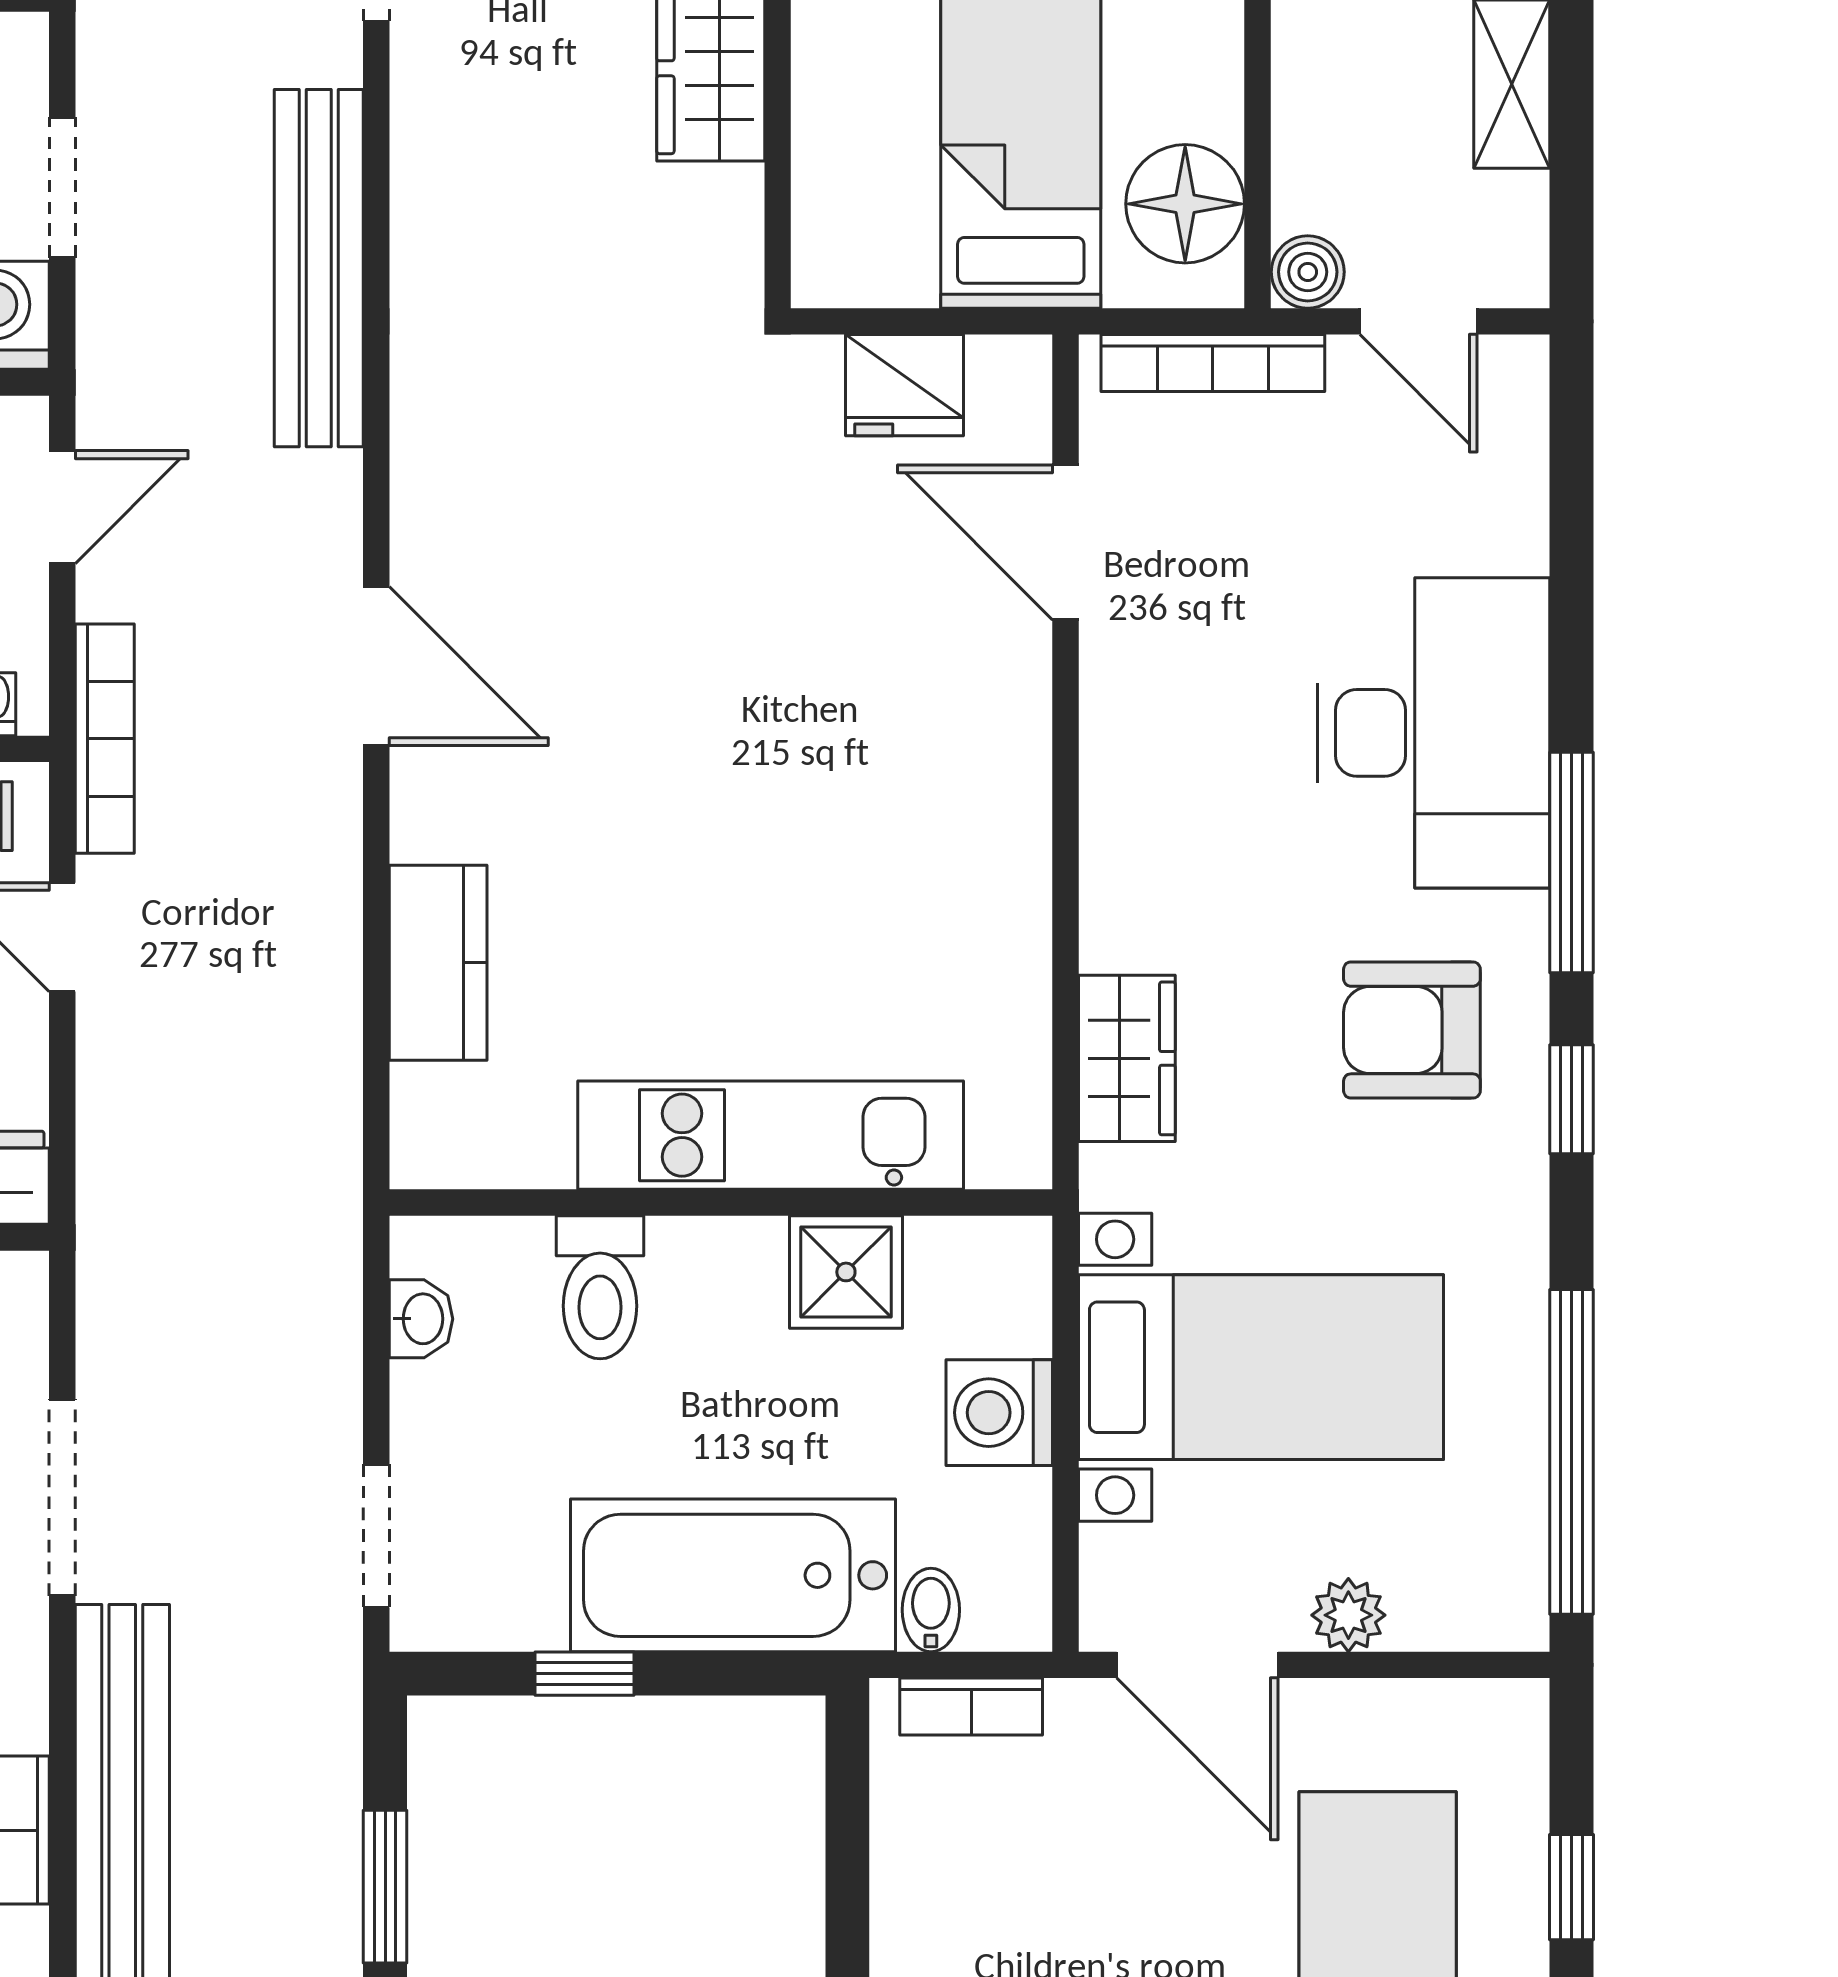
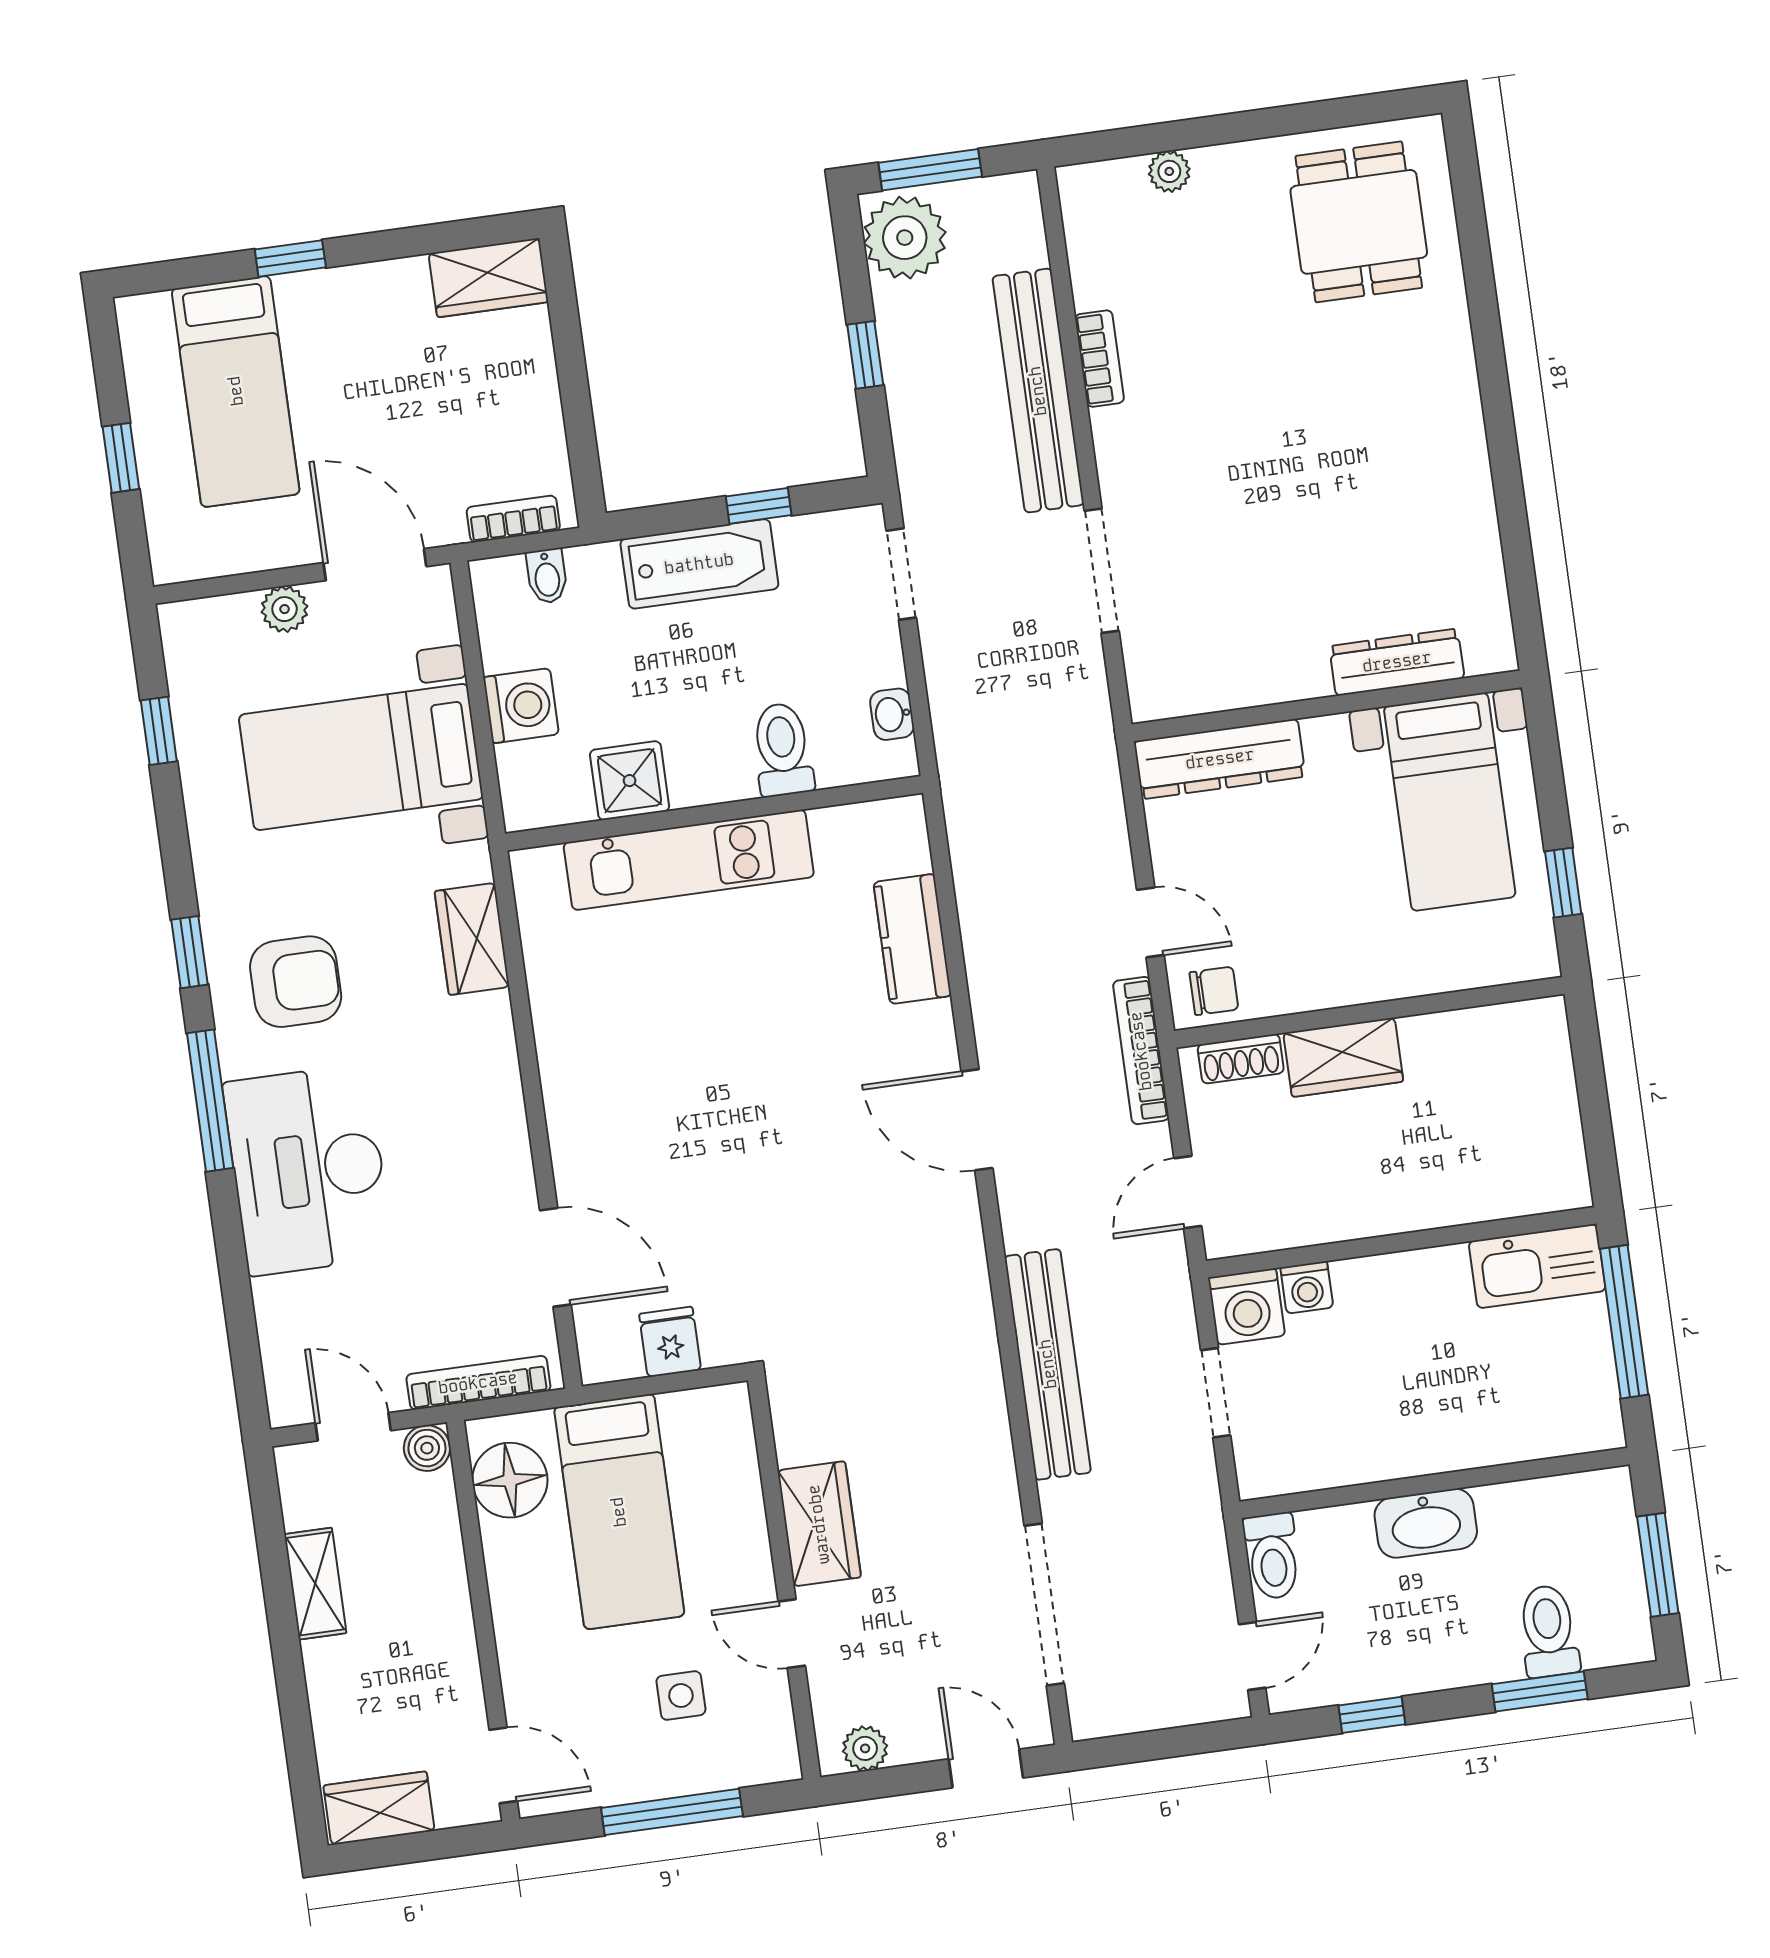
fridge: (905, 385) -> (670, 1342), width x0.72
window: (1571, 1452) -> (159, 731), width x0.32
bathtub: (733, 1575) -> (699, 564), width x0.73, depth x0.73
window: (385, 1887) -> (865, 355), width x0.67

